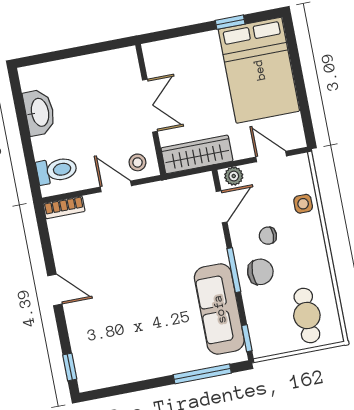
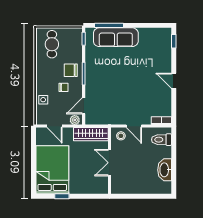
sofa: (219, 309) -> (116, 37), moved, turned 90

